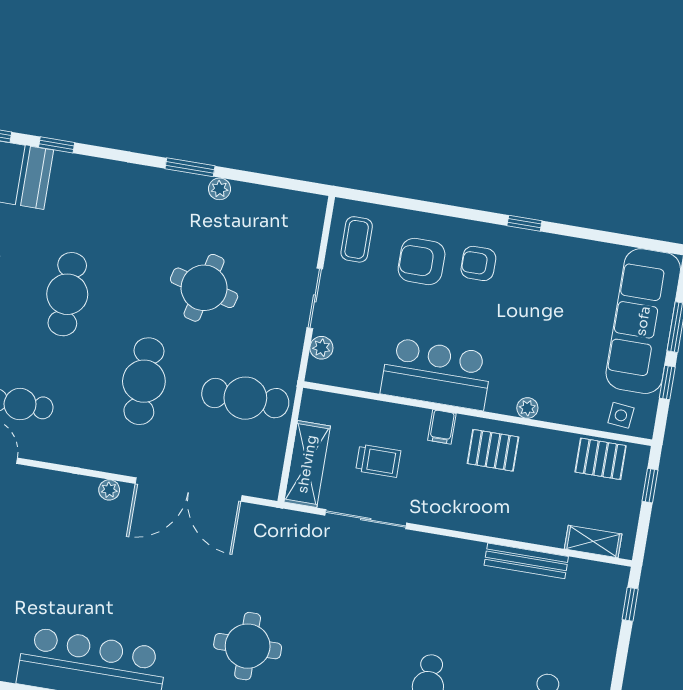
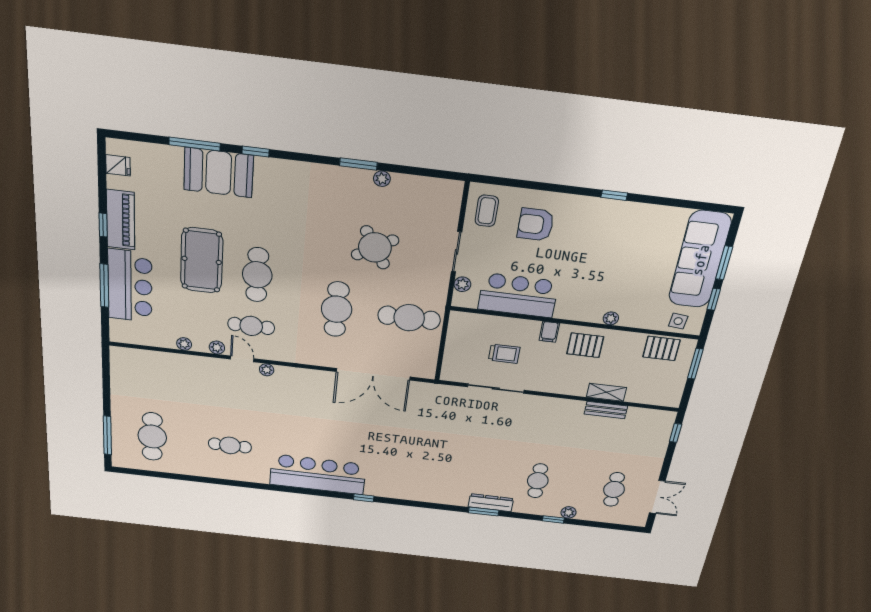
armchair: (478, 263) -> (578, 224), removed
round table: (204, 288) -> (375, 247), turned 45
cafe table: (67, 294) -> (257, 275), moved
bar counter: (436, 374) -> (518, 295), moved
shelving: (307, 464) -> (454, 357), removed
window: (650, 486) -> (695, 364), width x1.50
plant: (109, 490) -> (267, 370), moved
shelving: (593, 541) -> (606, 392), moved
bench: (526, 561) -> (606, 410), width x0.73
round table: (248, 646) -> (419, 461), removed

